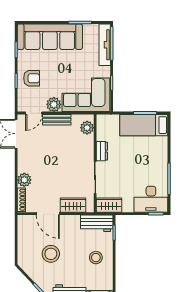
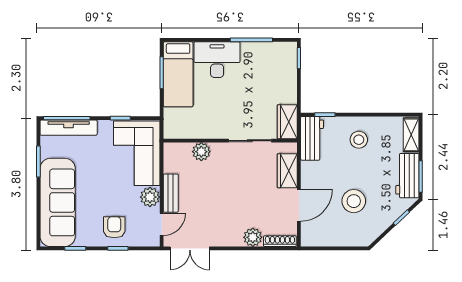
door: (34, 113) -> (162, 224), hinge flipped
plant: (87, 128) -> (201, 152), moved
dresser: (102, 151) -> (214, 131), removed
desk: (151, 199) -> (217, 60), moved, turned -90

